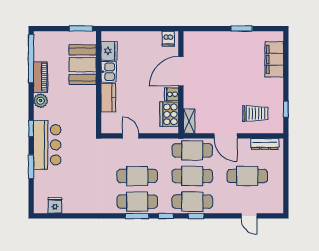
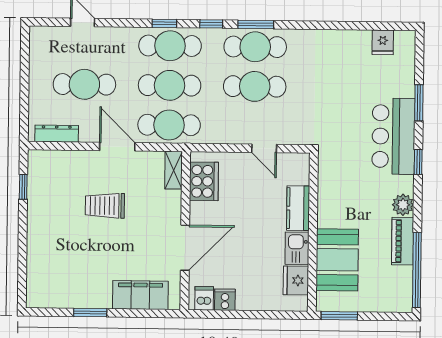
filing cabinet: (274, 59) -> (140, 295), moved, turned -90
cooker: (172, 94) -> (225, 300), moved, turned -90
trolley: (255, 114) -> (105, 206), moved

